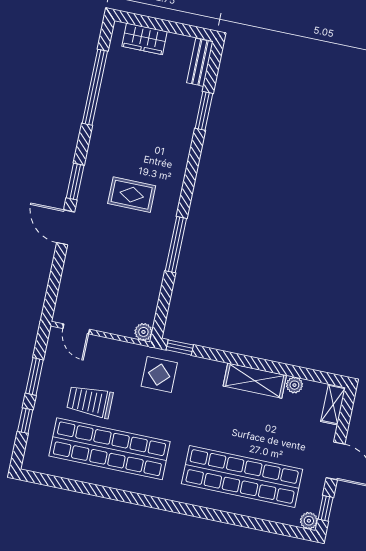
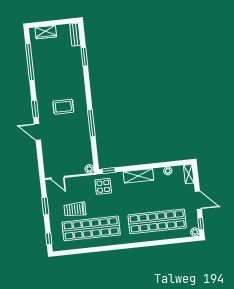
shelving: (255, 381) -> (138, 176), moved
window: (25, 421) -> (49, 239), moved

